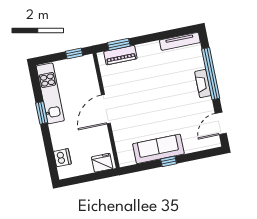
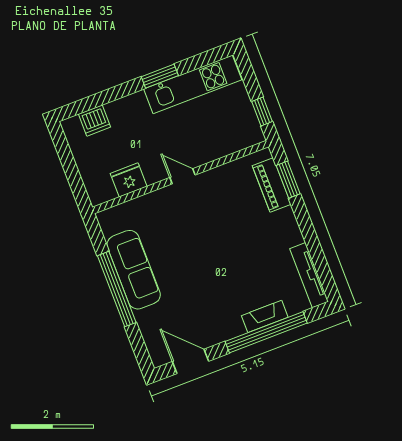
fireplace: (203, 84) -> (265, 316), moved
door: (106, 109) -> (183, 176), width x0.53
window: (169, 161) -> (117, 289), width x3.17
fridge: (102, 163) -> (129, 180), moved, turned -90

